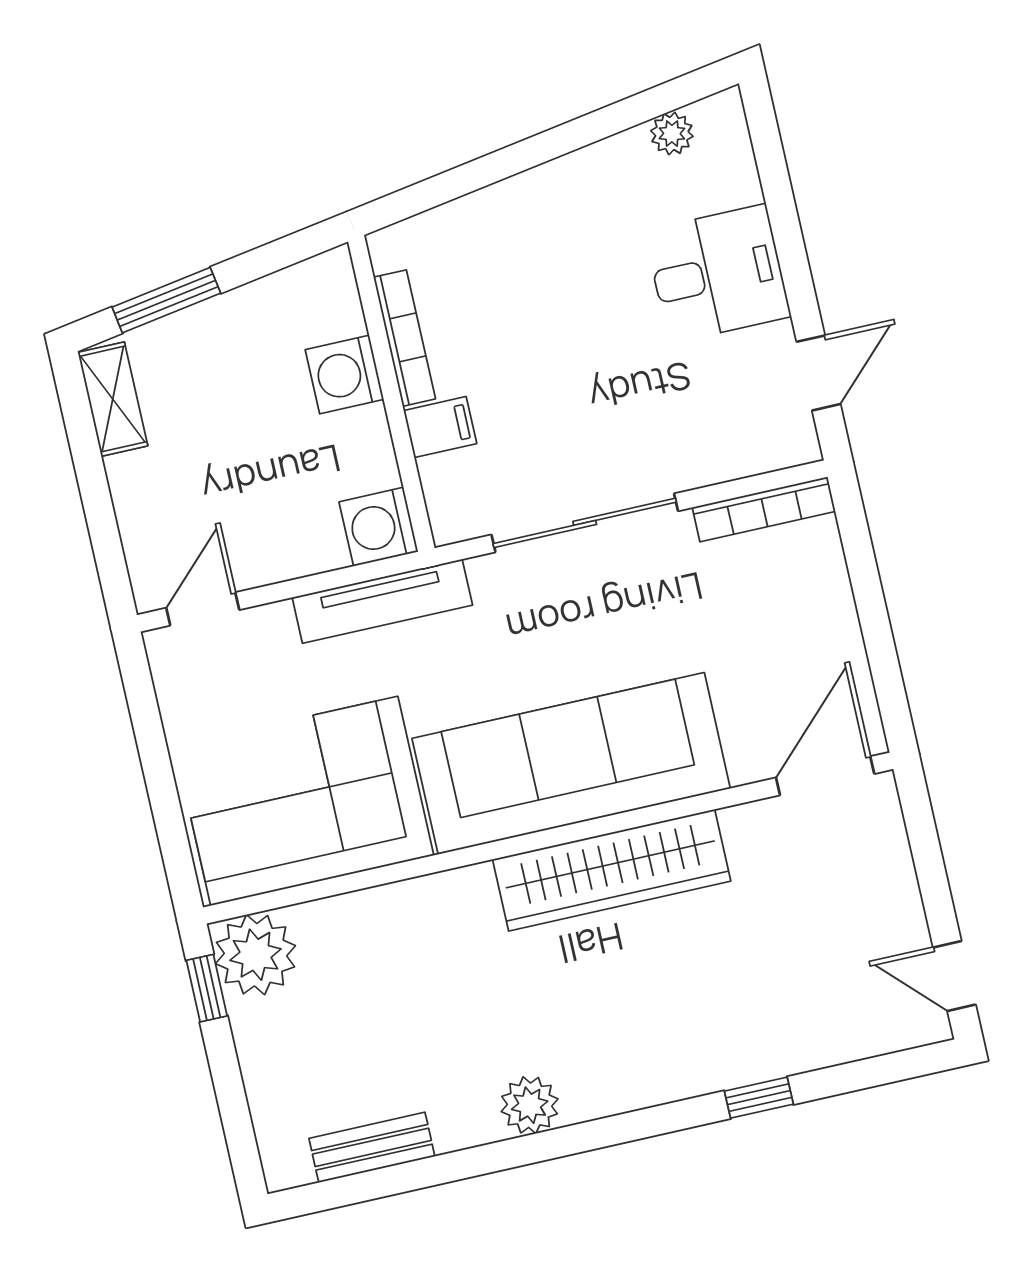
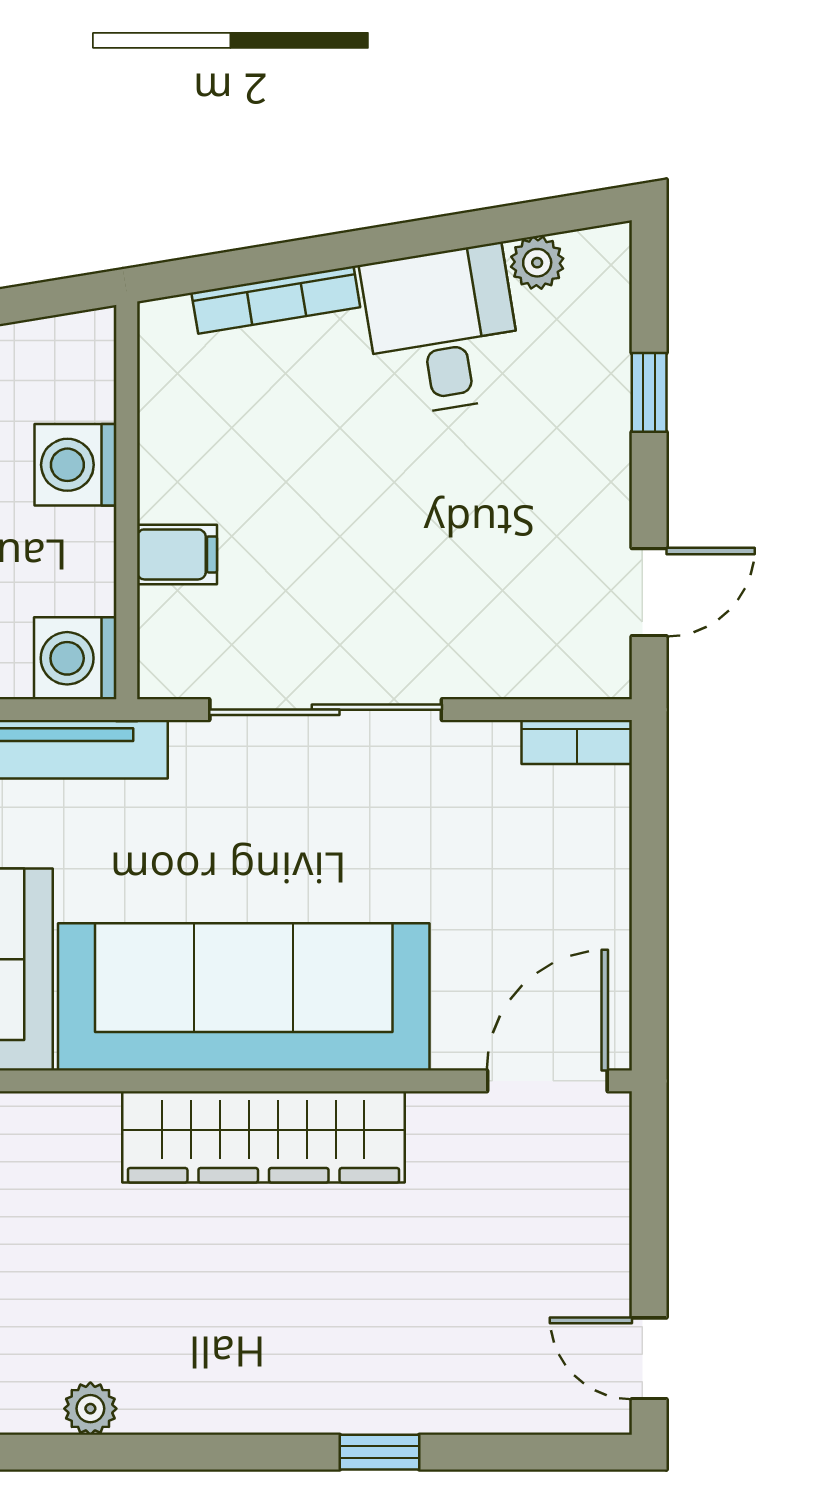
window: (783, 216) -> (649, 392), added
desk: (718, 274) -> (443, 330), moved, turned -99
bookcase: (404, 338) -> (276, 300), moved, turned 81
bookcase: (764, 509) -> (577, 742), width x0.64
plant: (530, 1105) -> (90, 1409), width x0.73, depth x0.73

